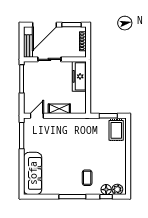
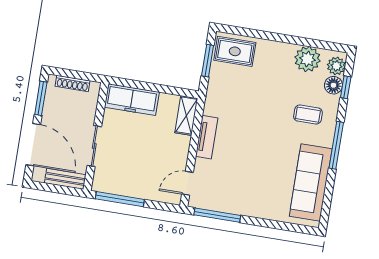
shelving: (59, 109) -> (186, 116), moved
door: (37, 116) -> (187, 183), hinge flipped
tv unit: (65, 122) -> (207, 137), added
plant: (119, 172) -> (307, 59), added
sofa: (33, 173) -> (311, 183), moved, turned -90

